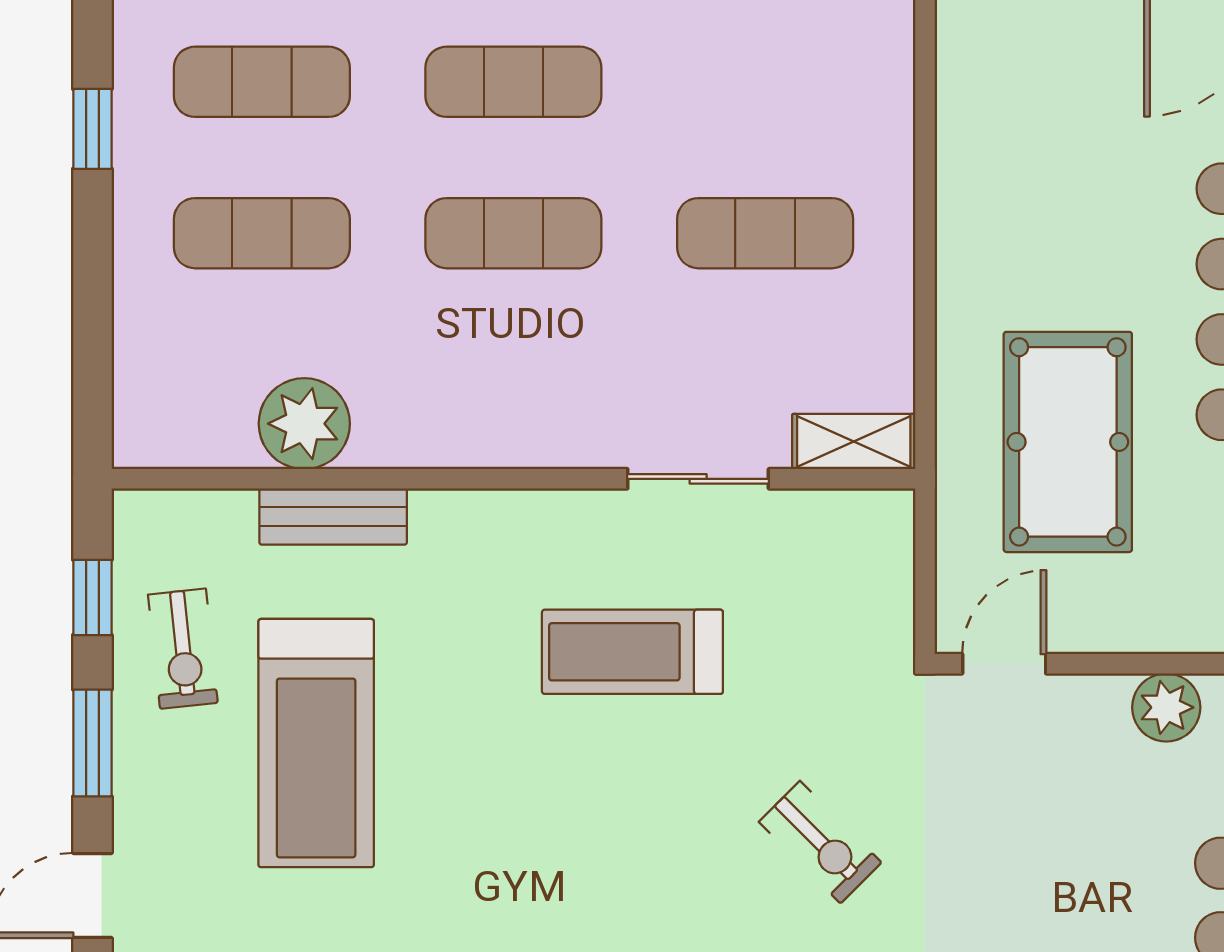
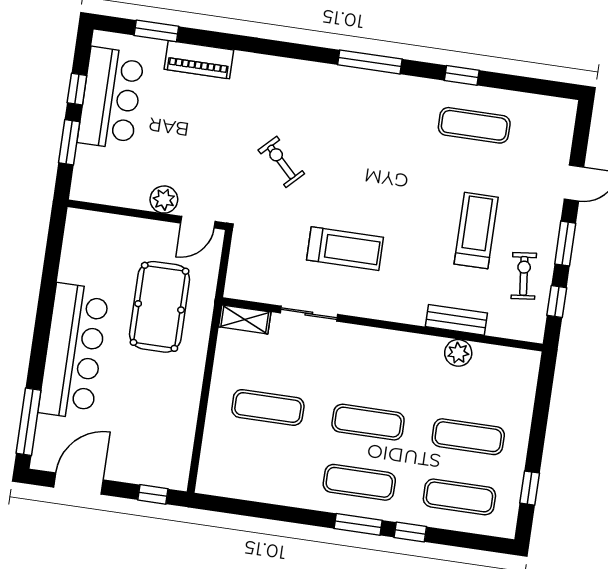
plant: (304, 424) -> (458, 353), width x0.73, depth x0.73
plant: (1166, 707) -> (164, 200), moved
treadmill: (316, 743) -> (476, 231), width x0.73, depth x0.73

